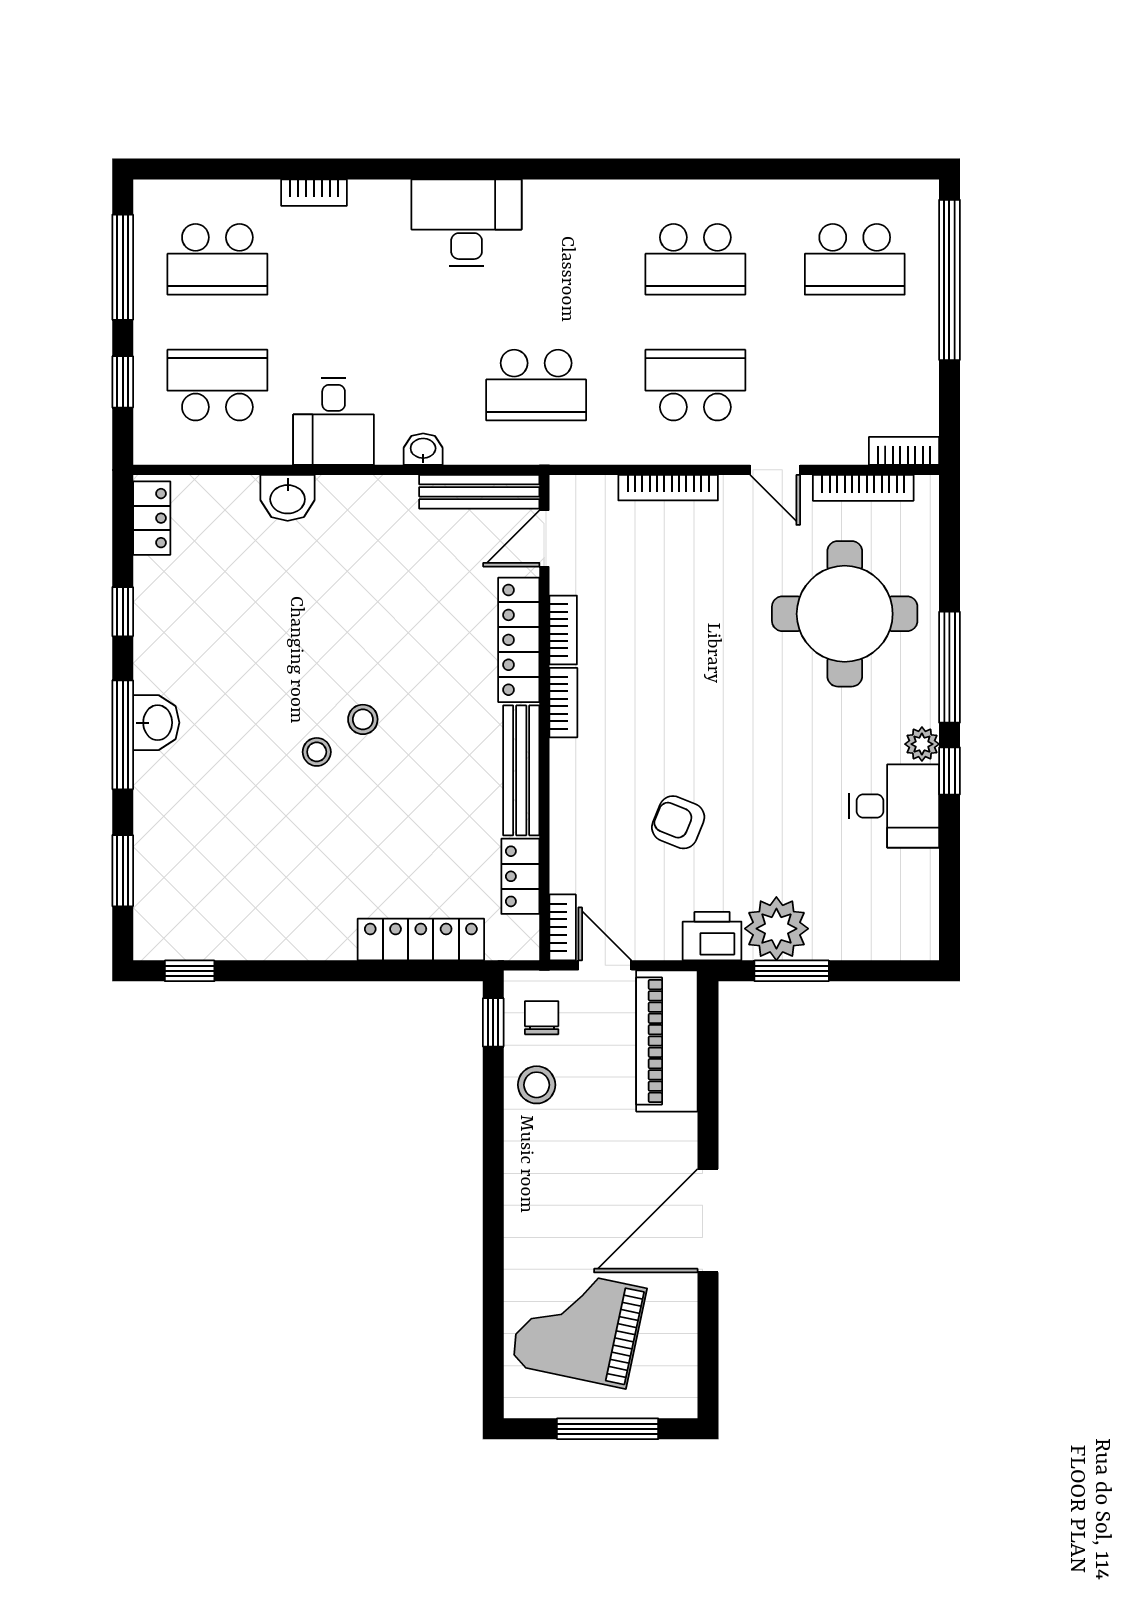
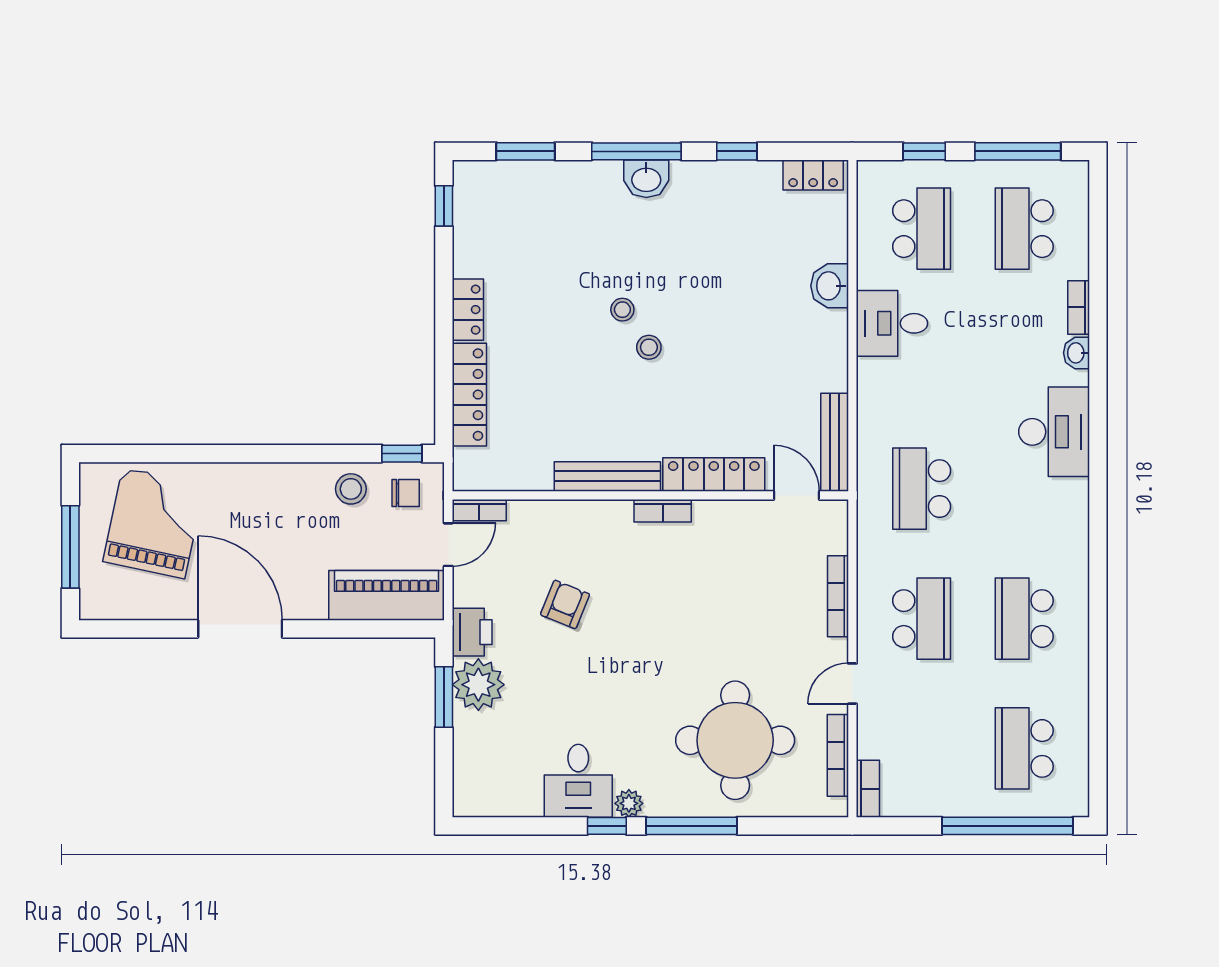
washbasin: (423, 449) -> (1077, 353), moved, turned 180
bookcase: (563, 630) -> (722, 511), removed
locker: (520, 876) -> (468, 310), moved, turned 90

